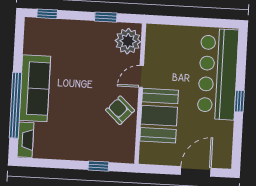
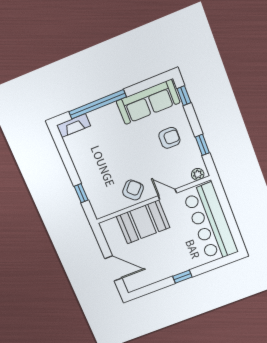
plant: (128, 41) -> (198, 174), width x0.53, depth x0.53
armchair: (83, 48) -> (169, 138), added
bar counter: (218, 74) -> (211, 223), moved, turned -90
sofa: (35, 88) -> (148, 102), moved

